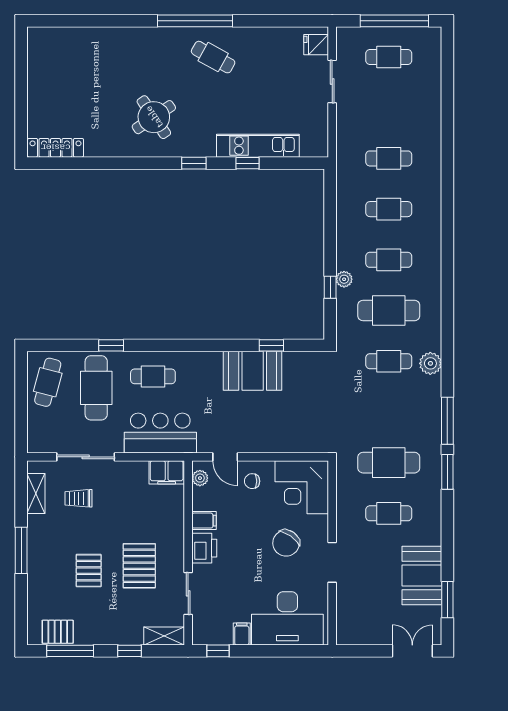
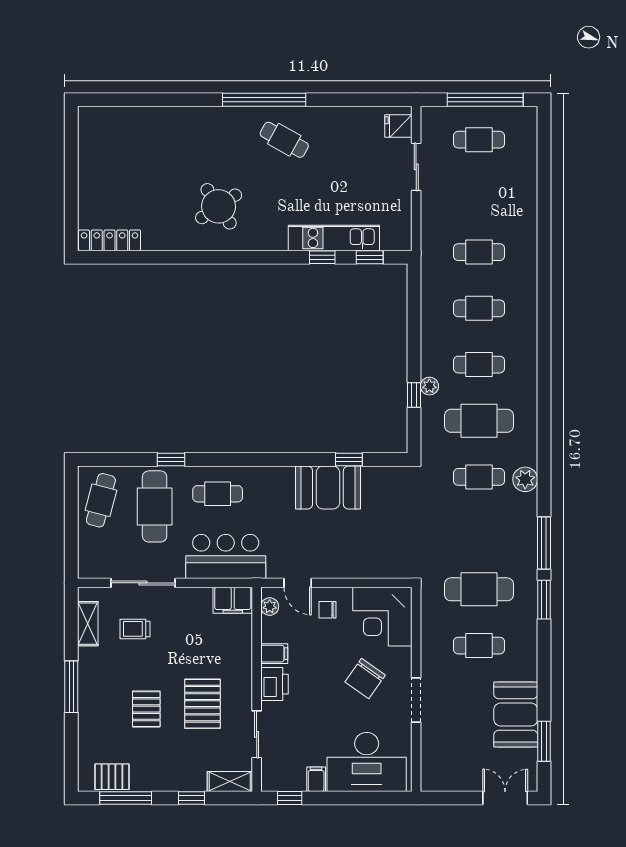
window: (194, 163) -> (370, 257), moved

